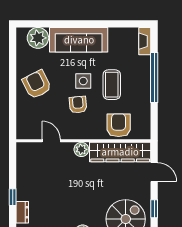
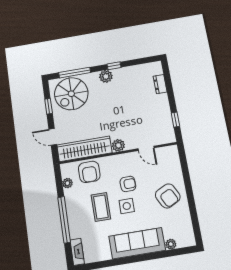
plant: (38, 38) -> (171, 244), width x0.53, depth x0.53
armchair: (78, 105) -> (128, 184), turned -87
plant: (145, 117) -> (67, 183), added
window: (13, 197) -> (175, 120), moved

